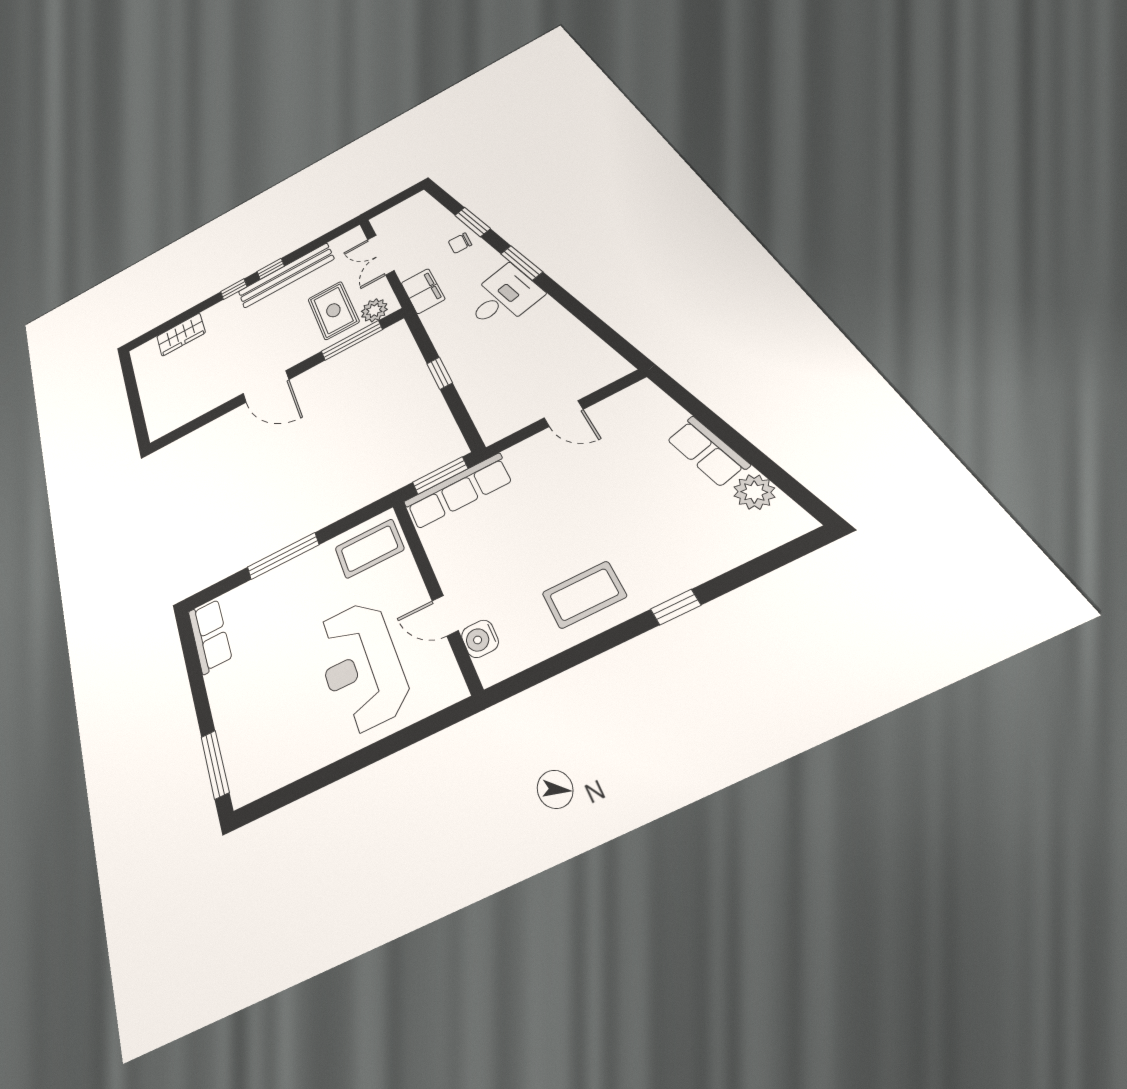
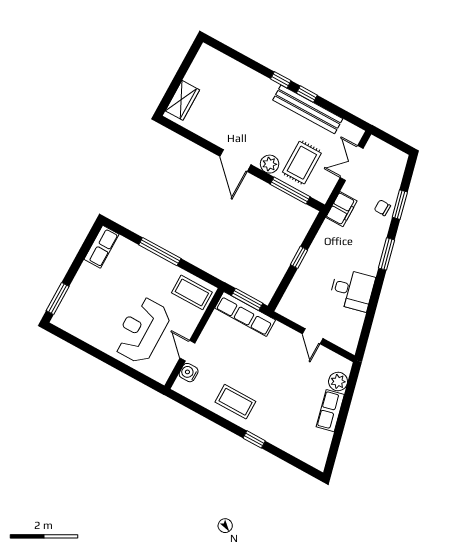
desk: (503, 297) -> (352, 290), moved
plant: (374, 310) -> (270, 164), moved
wardrobe: (181, 335) -> (182, 100), moved, turned -90
plant: (754, 492) -> (338, 382), moved

